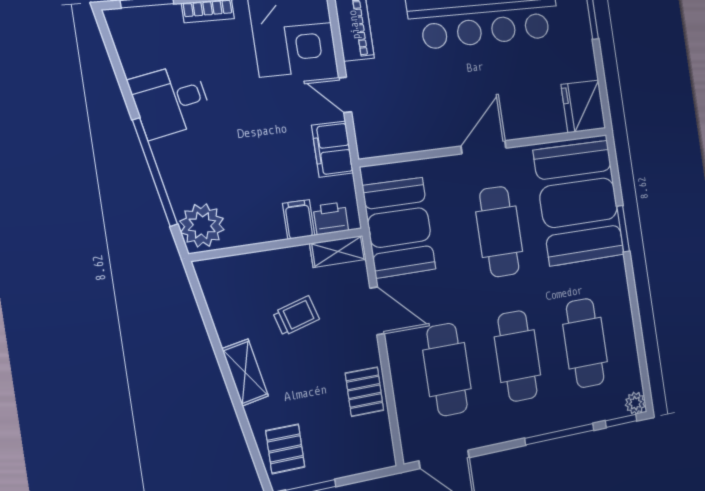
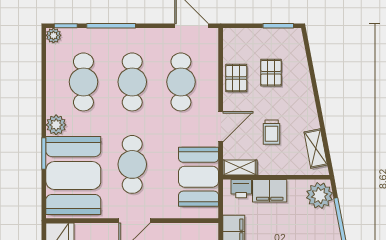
filing cabinet: (299, 220) -> (270, 191), width x2.00
plant: (613, 273) -> (56, 125), added
door: (377, 311) -> (221, 127), swing flipped
trolley: (296, 316) -> (272, 132), turned -74
shelving: (245, 372) -> (316, 148), moved
pallet: (285, 449) -> (271, 73), moved

